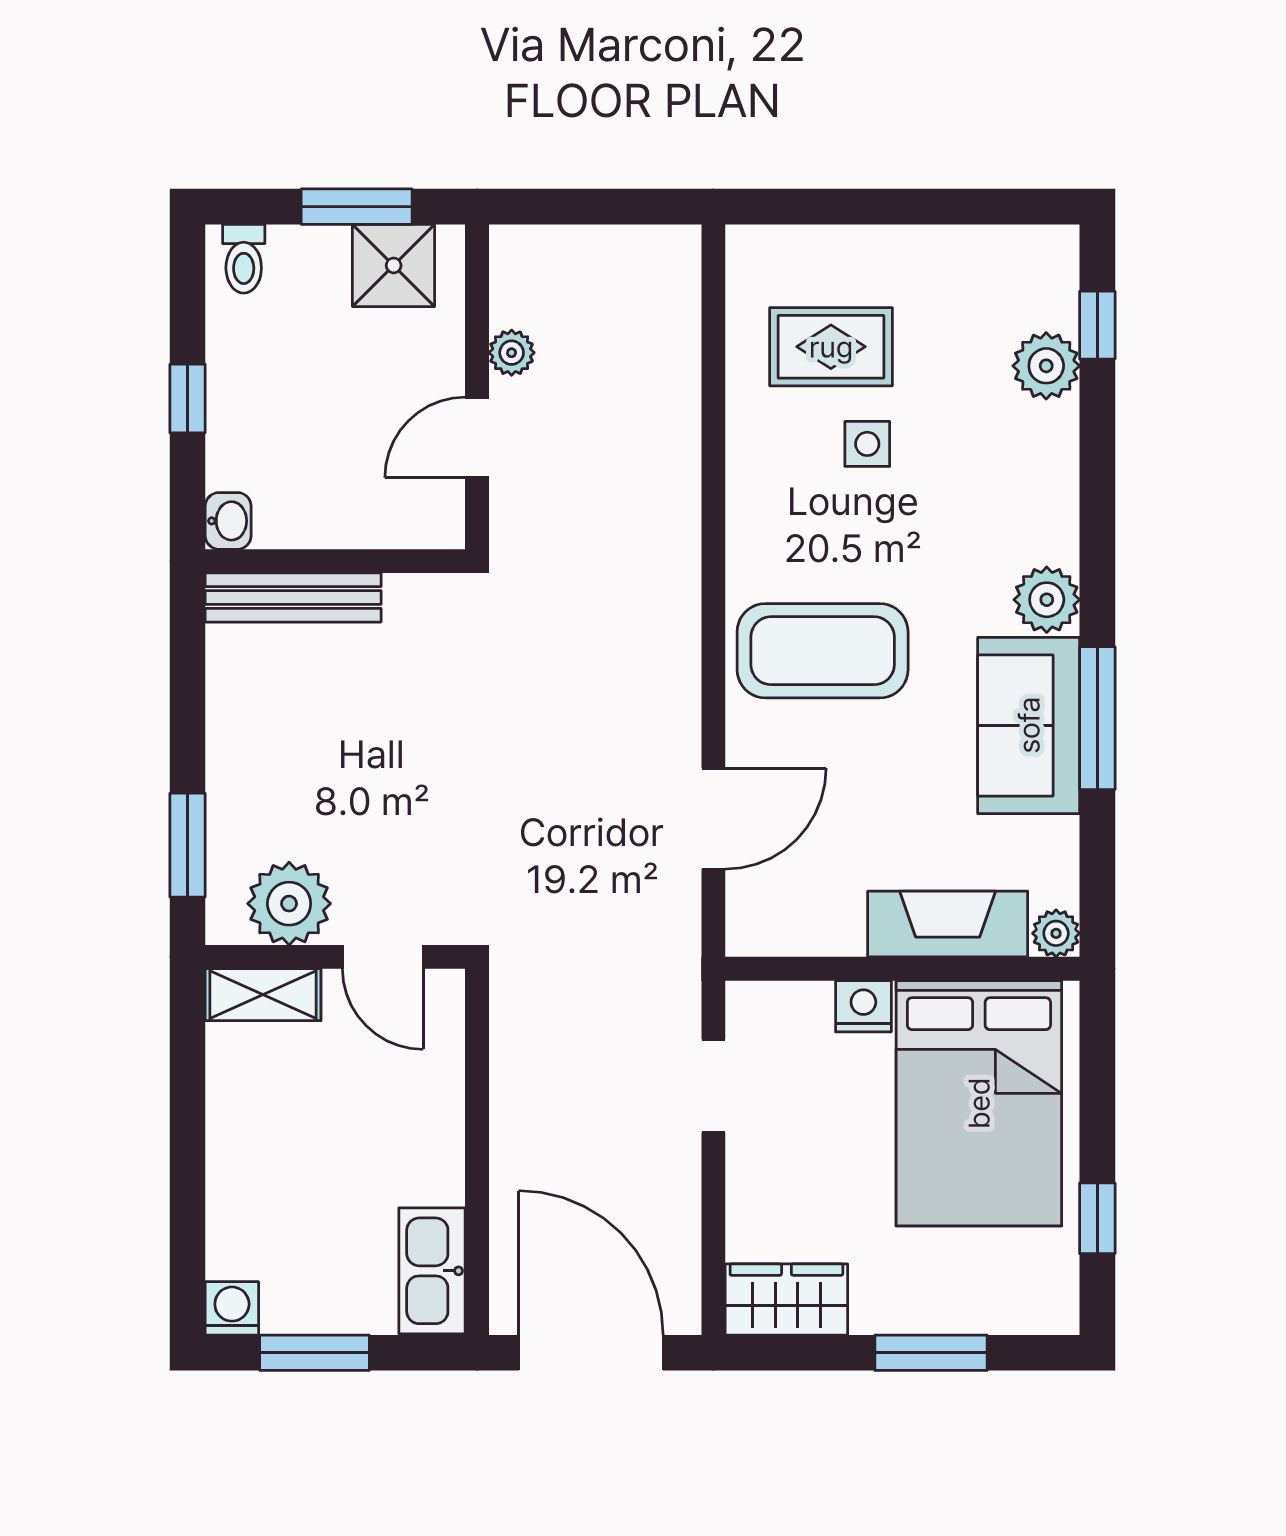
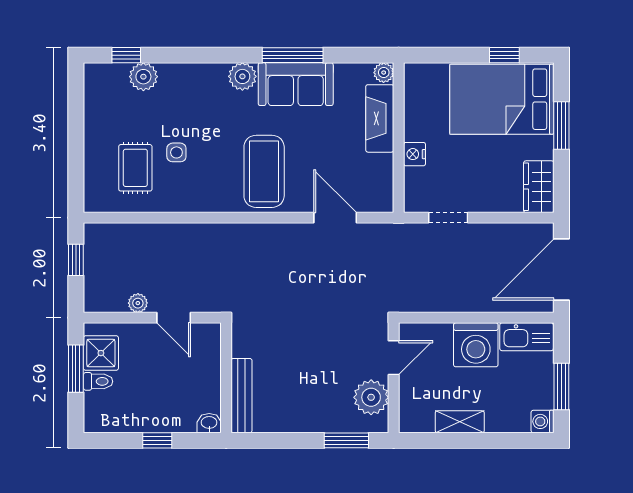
window: (614, 207) -> (76, 260), added
toilet: (244, 259) -> (98, 381), moved
shelving: (263, 995) -> (460, 422), moved, turned 90
bed: (979, 1103) -> (502, 99), moved, turned 180
washing machine: (413, 1151) -> (476, 345), added

